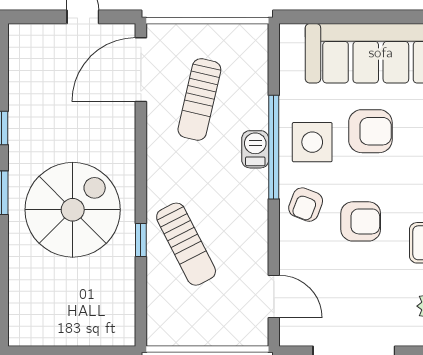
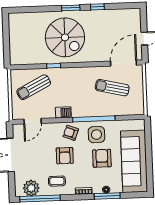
door: (141, 70) -> (124, 63), hinge flipped
armchair: (370, 131) -> (102, 158), turned 180
barbecue: (255, 149) -> (63, 112), moved
sun lounger: (186, 244) -> (34, 87), moved

